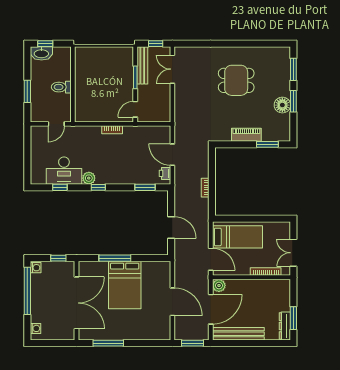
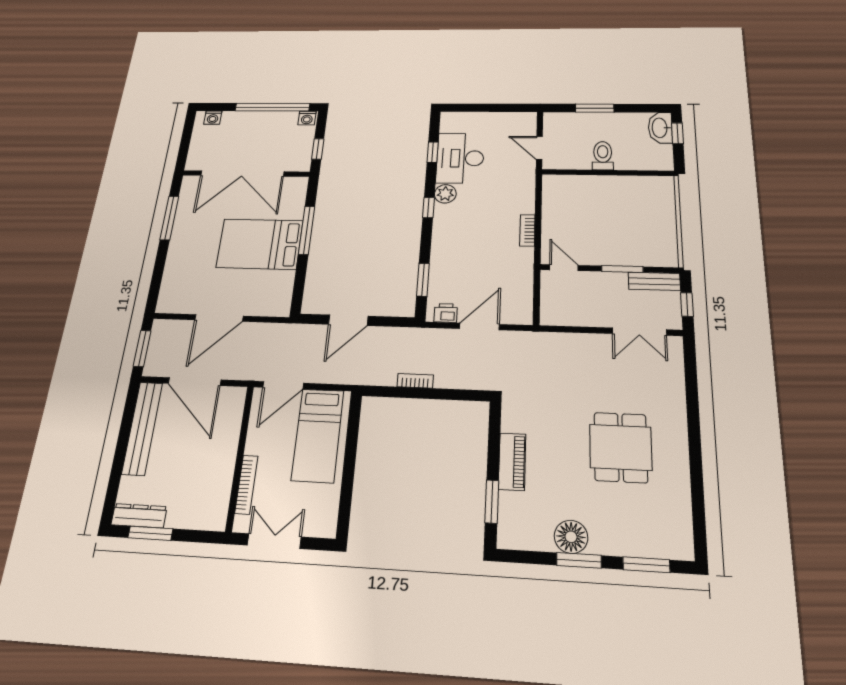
bench: (142, 65) -> (654, 281), width x0.73
double door: (172, 69) -> (639, 332), swing flipped
plant: (219, 286) -> (234, 398), removed

